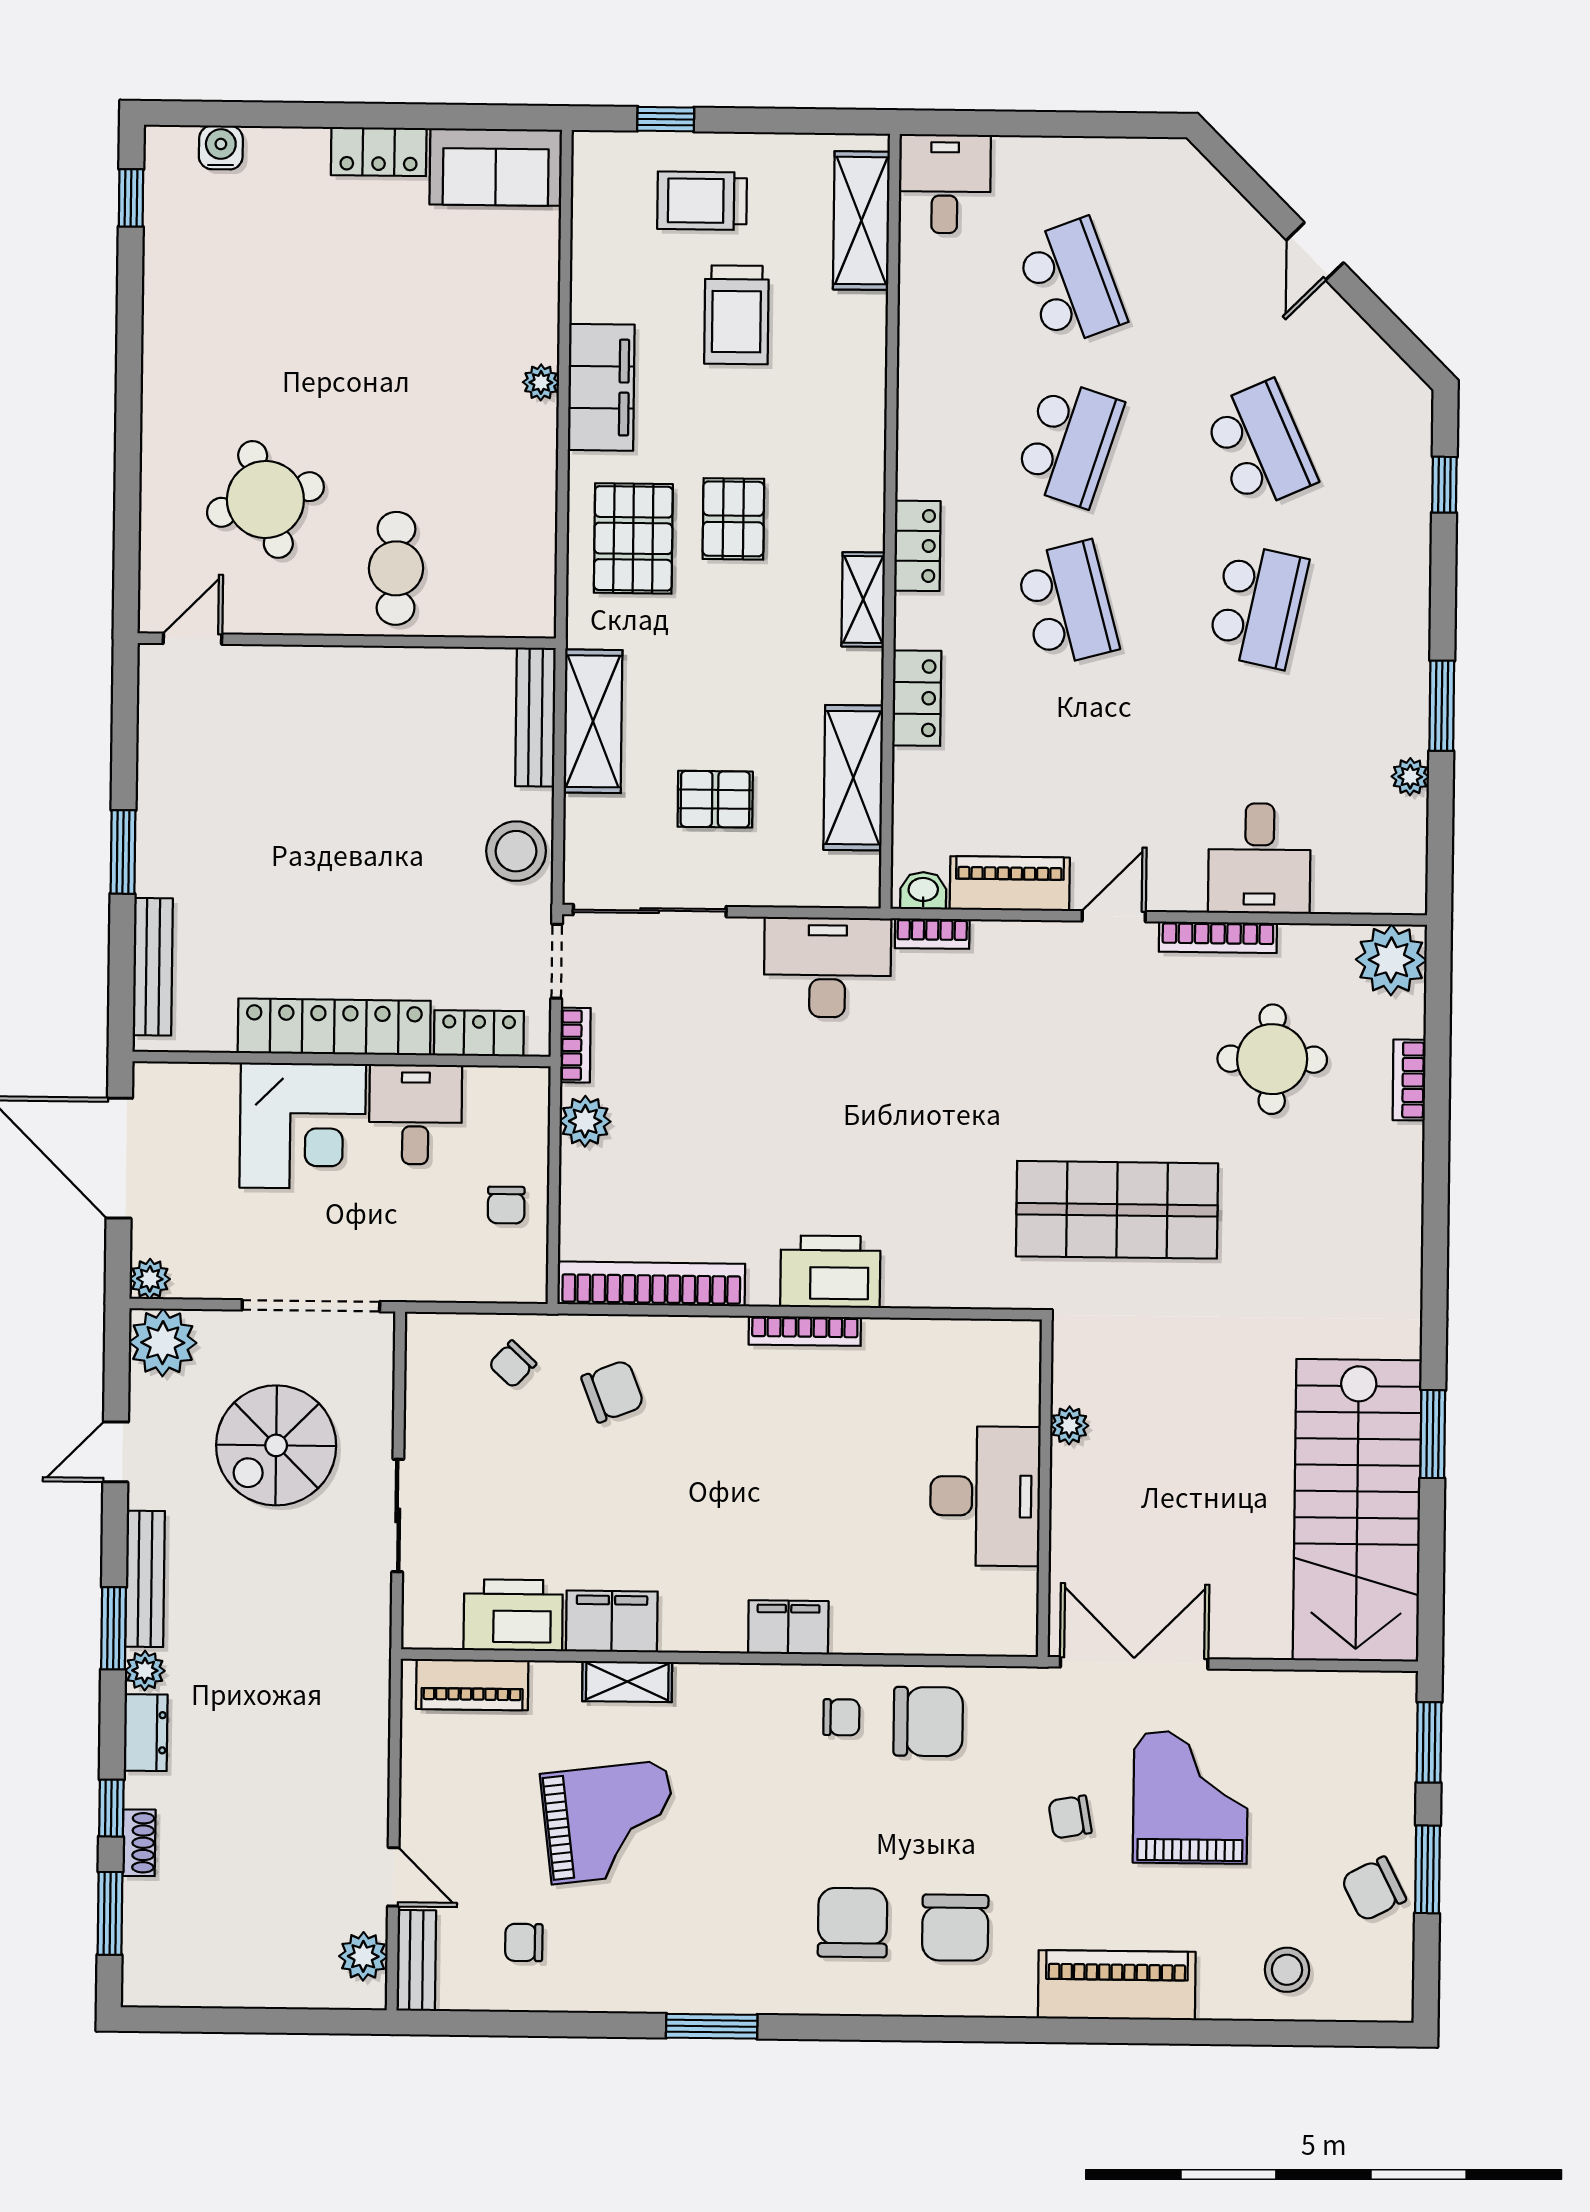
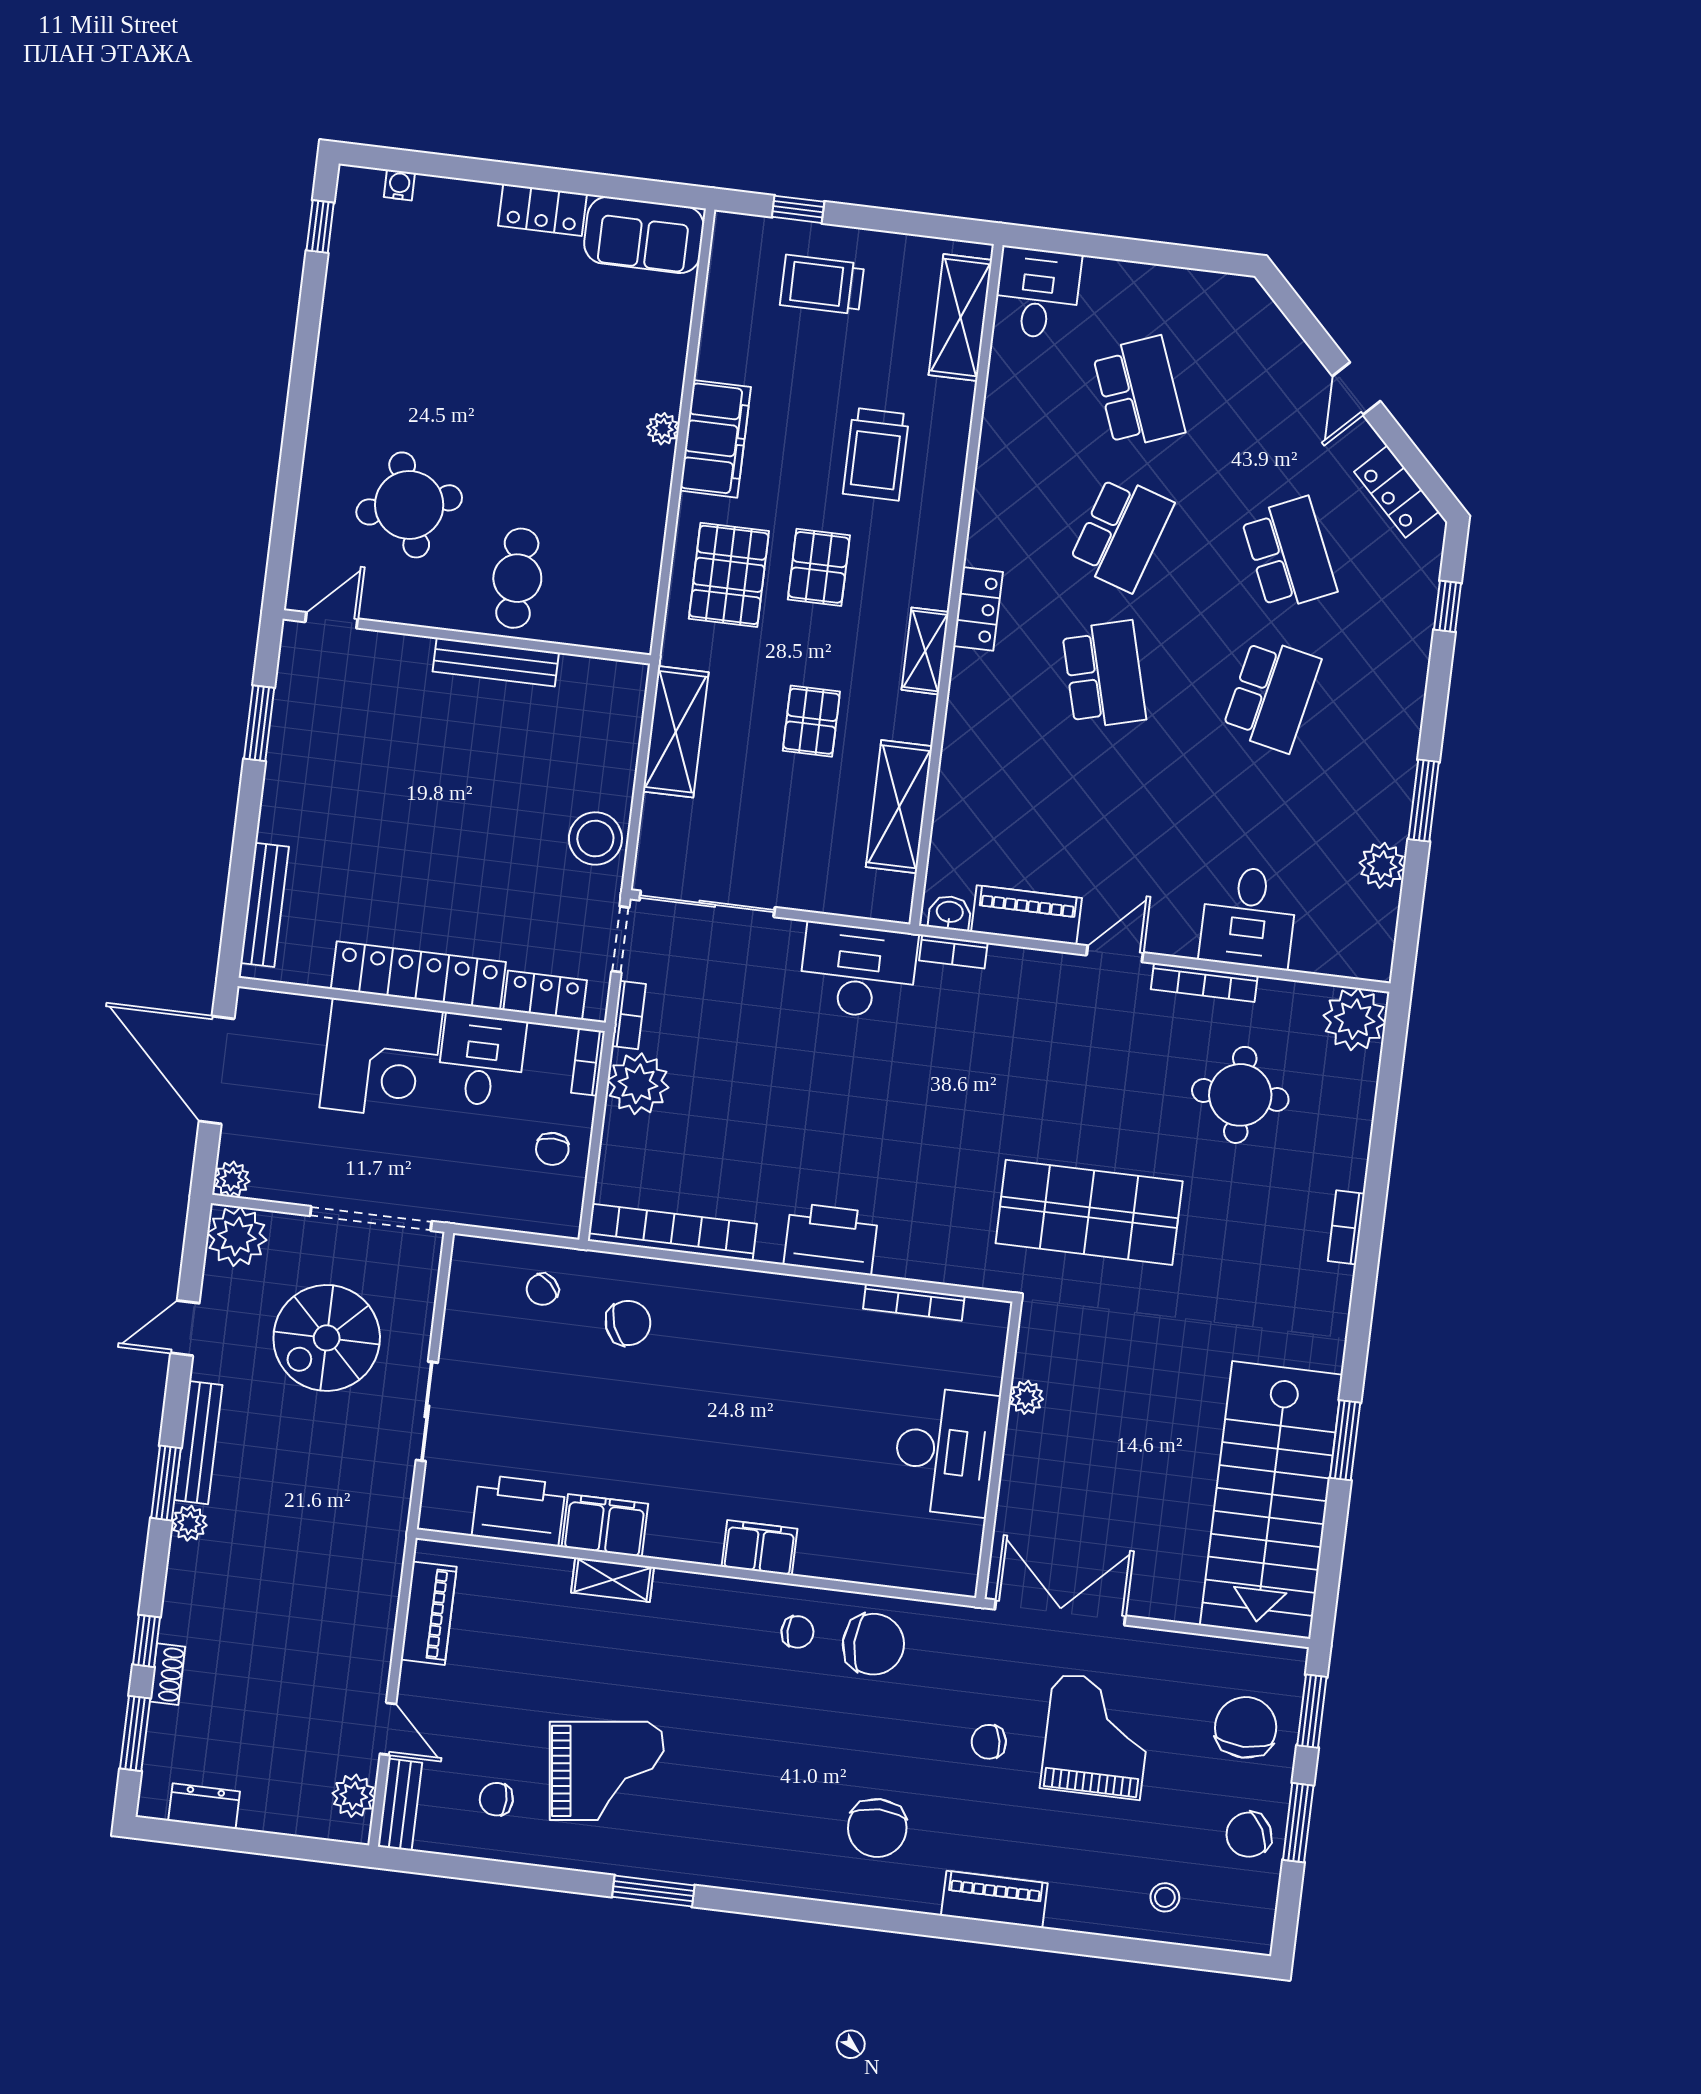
water cooler: (221, 147) -> (399, 185), width x0.72, depth x0.72
trolley: (736, 315) -> (876, 454), moved
locker: (917, 698) -> (1397, 492), moved, turned 135
bench: (535, 717) -> (496, 662), moved, turned 90
plant: (1410, 777) -> (1382, 865), width x1.38, depth x1.38
pallet: (715, 799) -> (811, 721), moved, turned 90
window: (123, 852) -> (259, 723), moved
bookcase: (1409, 1080) -> (1346, 1227), moved
bookcase: (535, 1103) -> (588, 1062), added
plant: (585, 1121) -> (638, 1084), width x1.36, depth x1.36
bookcase: (805, 1331) -> (914, 1302), moved
piano: (472, 1685) -> (429, 1613), moved, turned -90
dresser: (146, 1733) -> (204, 1806), moved, turned -90
grand piano: (610, 1822) -> (607, 1771), moved
chair: (853, 1923) -> (1246, 1727), moved
stool: (1287, 1970) -> (1165, 1897), width x0.73, depth x0.73
piano: (1117, 1985) -> (994, 1899), width x0.73, depth x0.75

